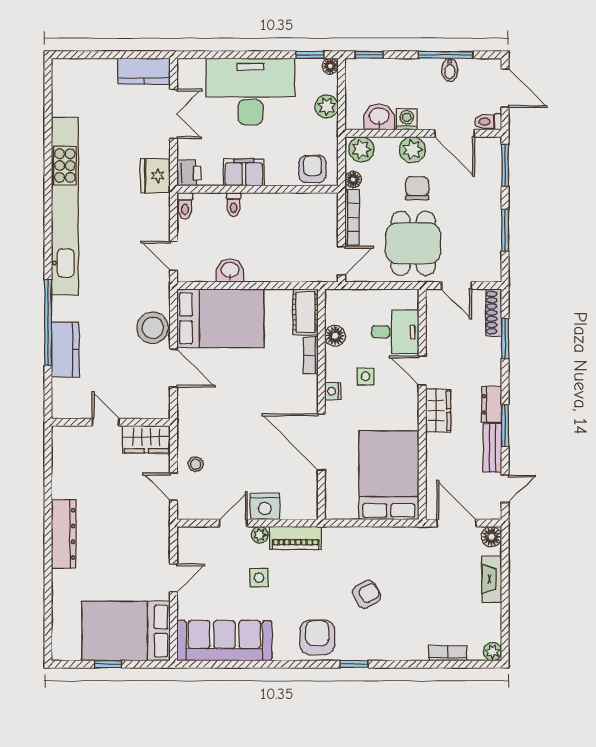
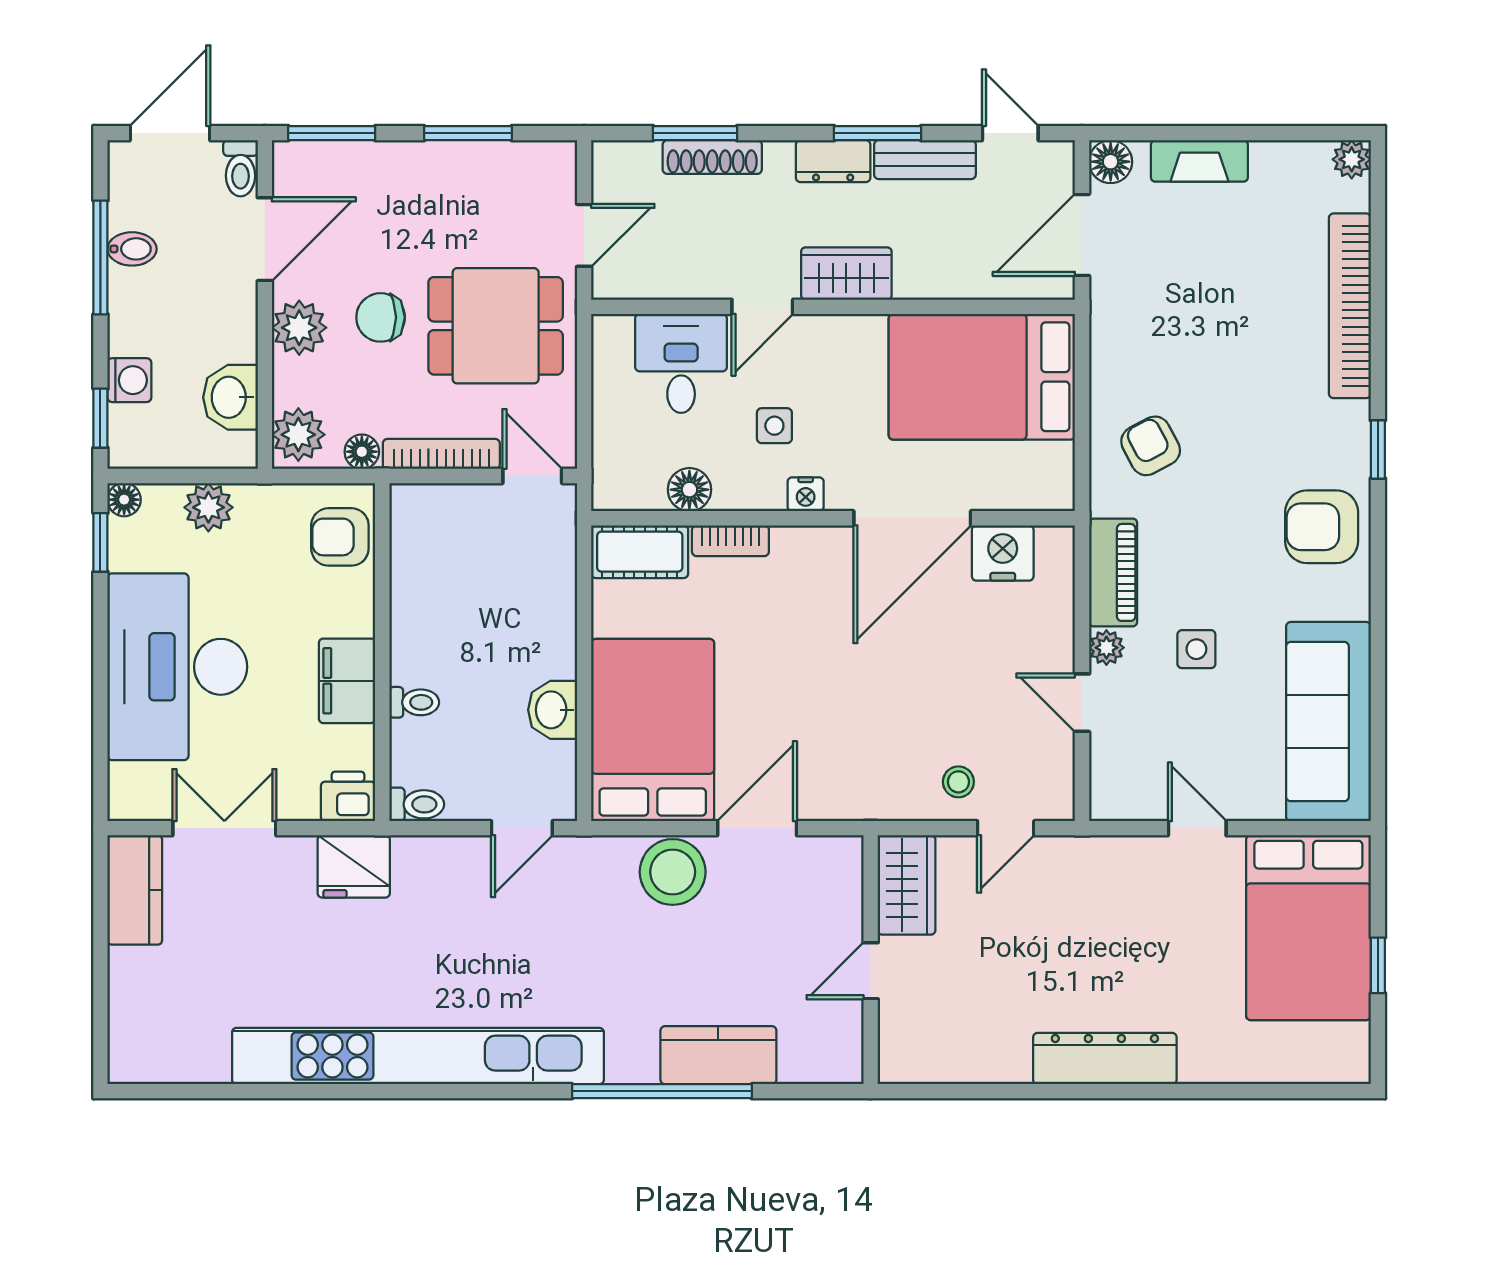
washing machine: (407, 119) -> (129, 380), moved, turned 180
shoe rack: (494, 313) -> (712, 157), moved
nightstand: (265, 506) -> (1003, 553), moved, turned -90
armchair: (367, 594) -> (1151, 446), moved
bookcase: (448, 653) -> (1350, 306), width x2.31, depth x1.31

